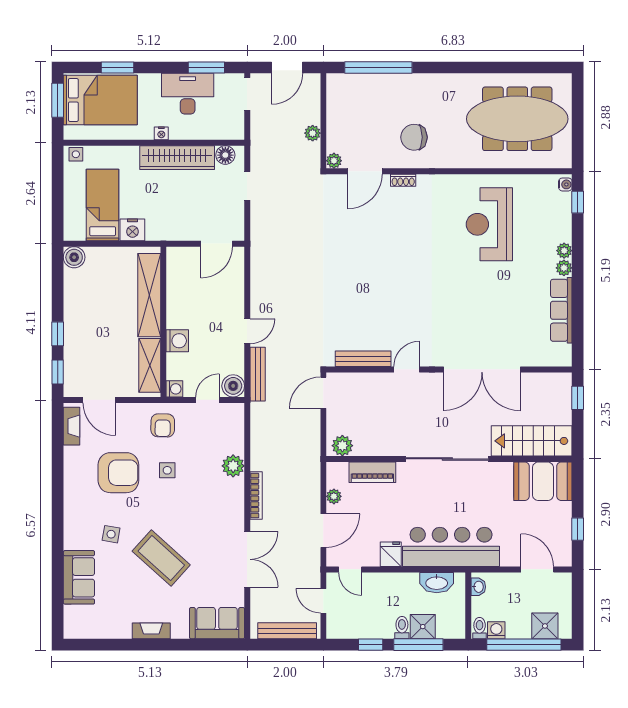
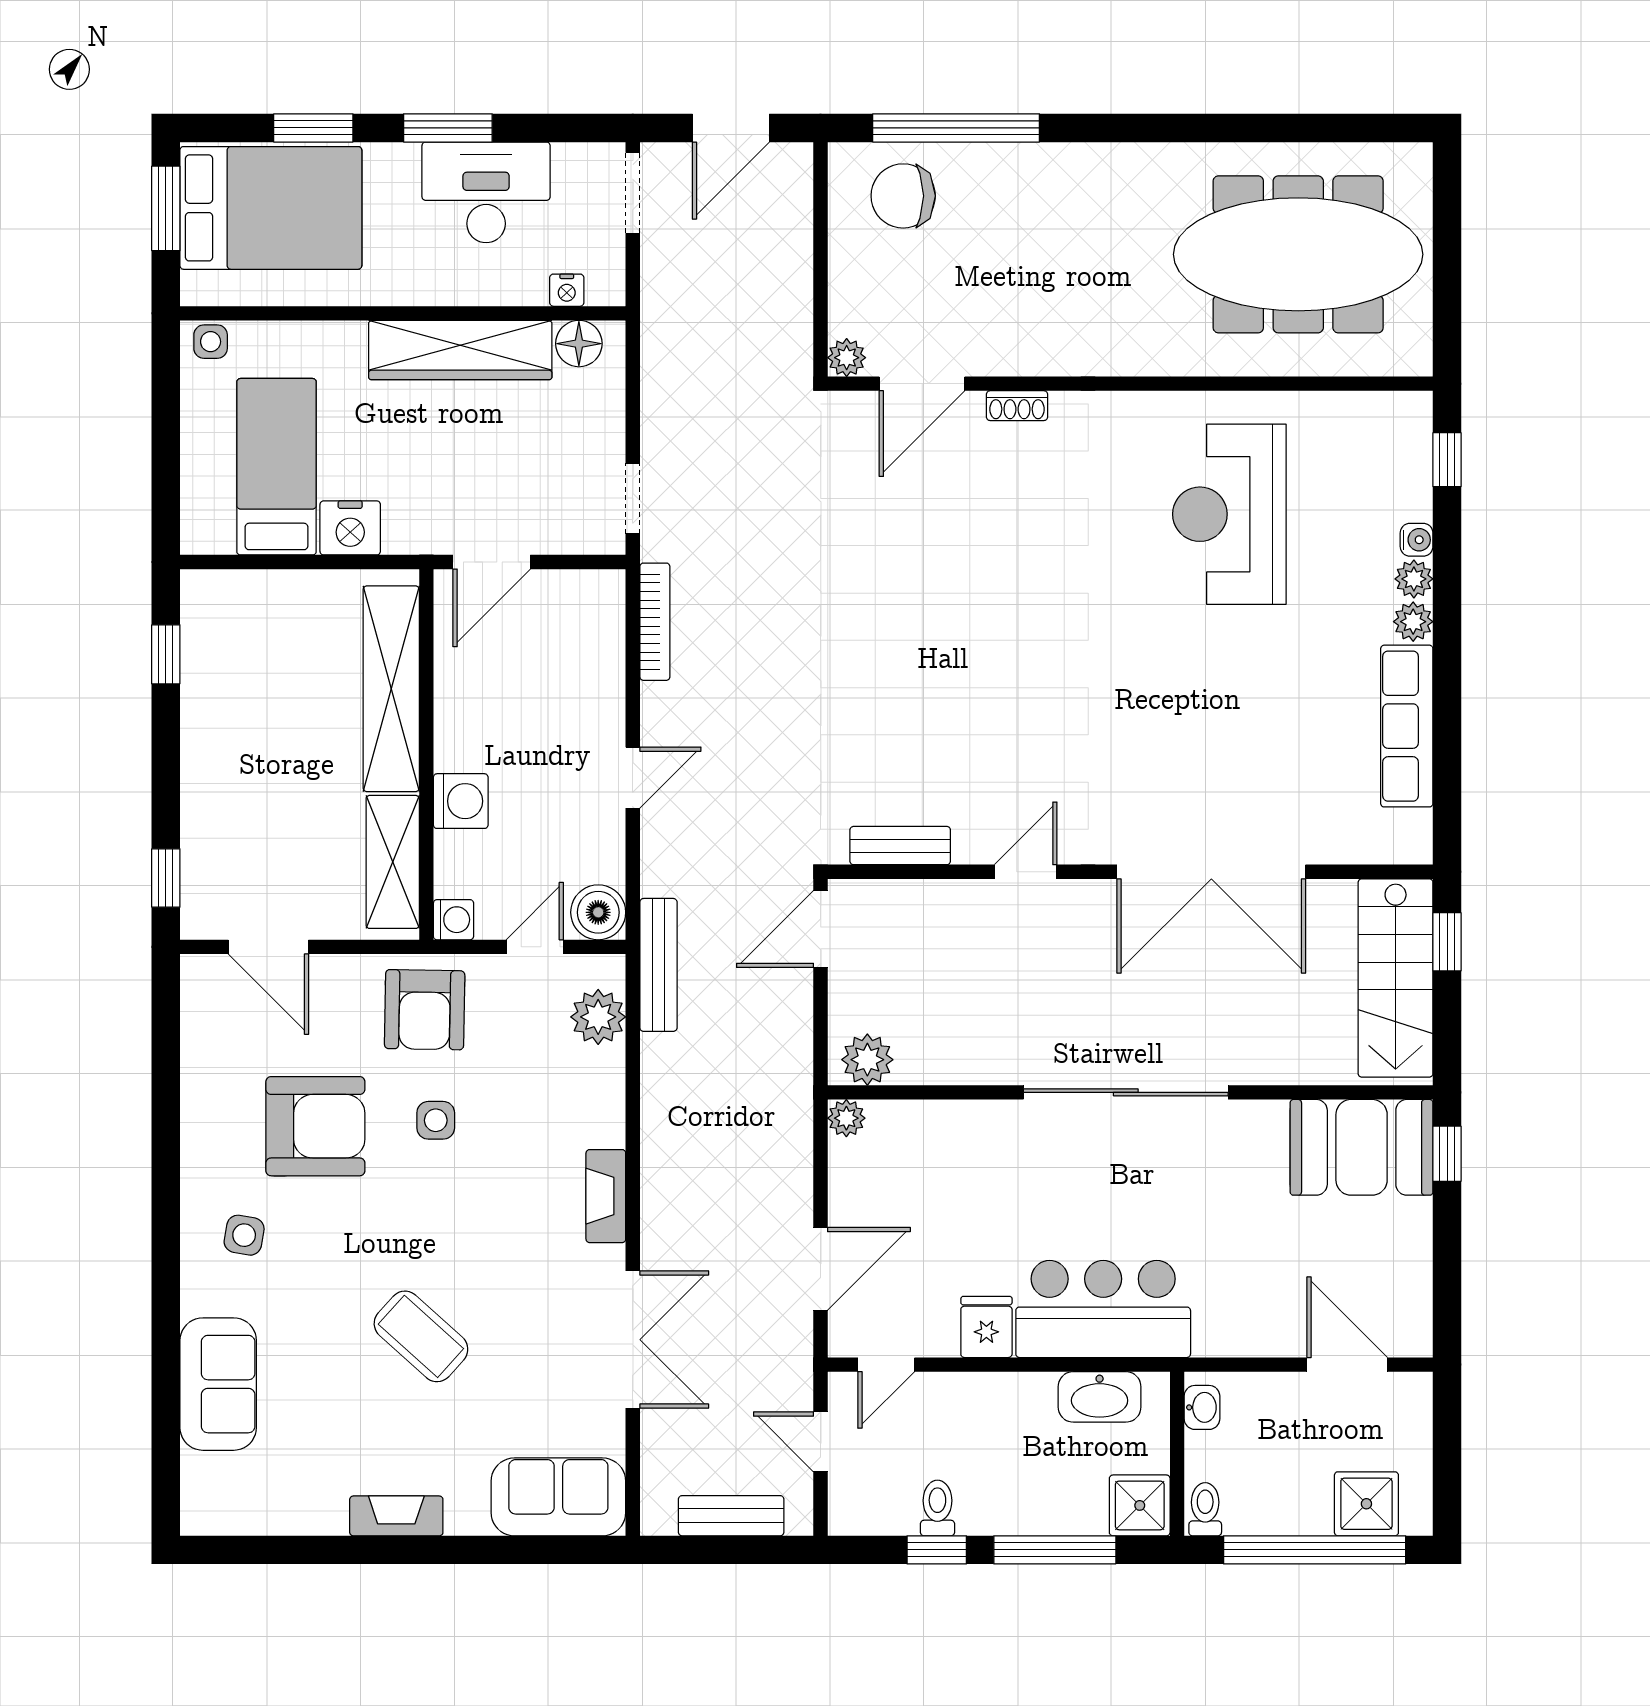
window: (206, 68) -> (448, 128), moved
nightstand: (161, 133) -> (567, 290), moved
plant: (313, 133) -> (794, 290), removed
chair: (414, 137) -> (903, 196), moved
water cooler: (565, 184) -> (1417, 540), moved
doorway: (247, 186) -> (633, 499), moved
door: (217, 244) -> (492, 562), moved
boiler: (74, 257) -> (206, 595), removed
window: (58, 334) -> (166, 654), moved
bench: (363, 359) -> (900, 846), width x0.73
bench: (258, 374) -> (658, 965), moved
armchair: (163, 425) -> (425, 1010), width x1.38, depth x1.38
fireplace: (71, 426) -> (606, 1196), moved, turned 180
stairs: (532, 441) -> (1396, 978), moved, turned -90
plant: (233, 466) -> (598, 1017), moved
piano: (372, 472) -> (941, 1125), removed
bookcase: (256, 496) -> (655, 622), moved
plant: (334, 496) -> (846, 1118), moved
window: (578, 529) -> (1447, 1154), moved
side table: (111, 534) -> (244, 1235), moved
bar counter: (451, 547) -> (1103, 1309), width x0.73
coffee table: (161, 558) -> (421, 1336), width x0.73, depth x0.76
door: (350, 569) -> (886, 1365), hinge flipped
shower: (423, 627) -> (1140, 1505), moved
toilet: (402, 628) -> (937, 1508), moved
washing machine: (496, 630) -> (1246, 1515), removed
bench: (287, 631) -> (731, 1516), width x0.73

